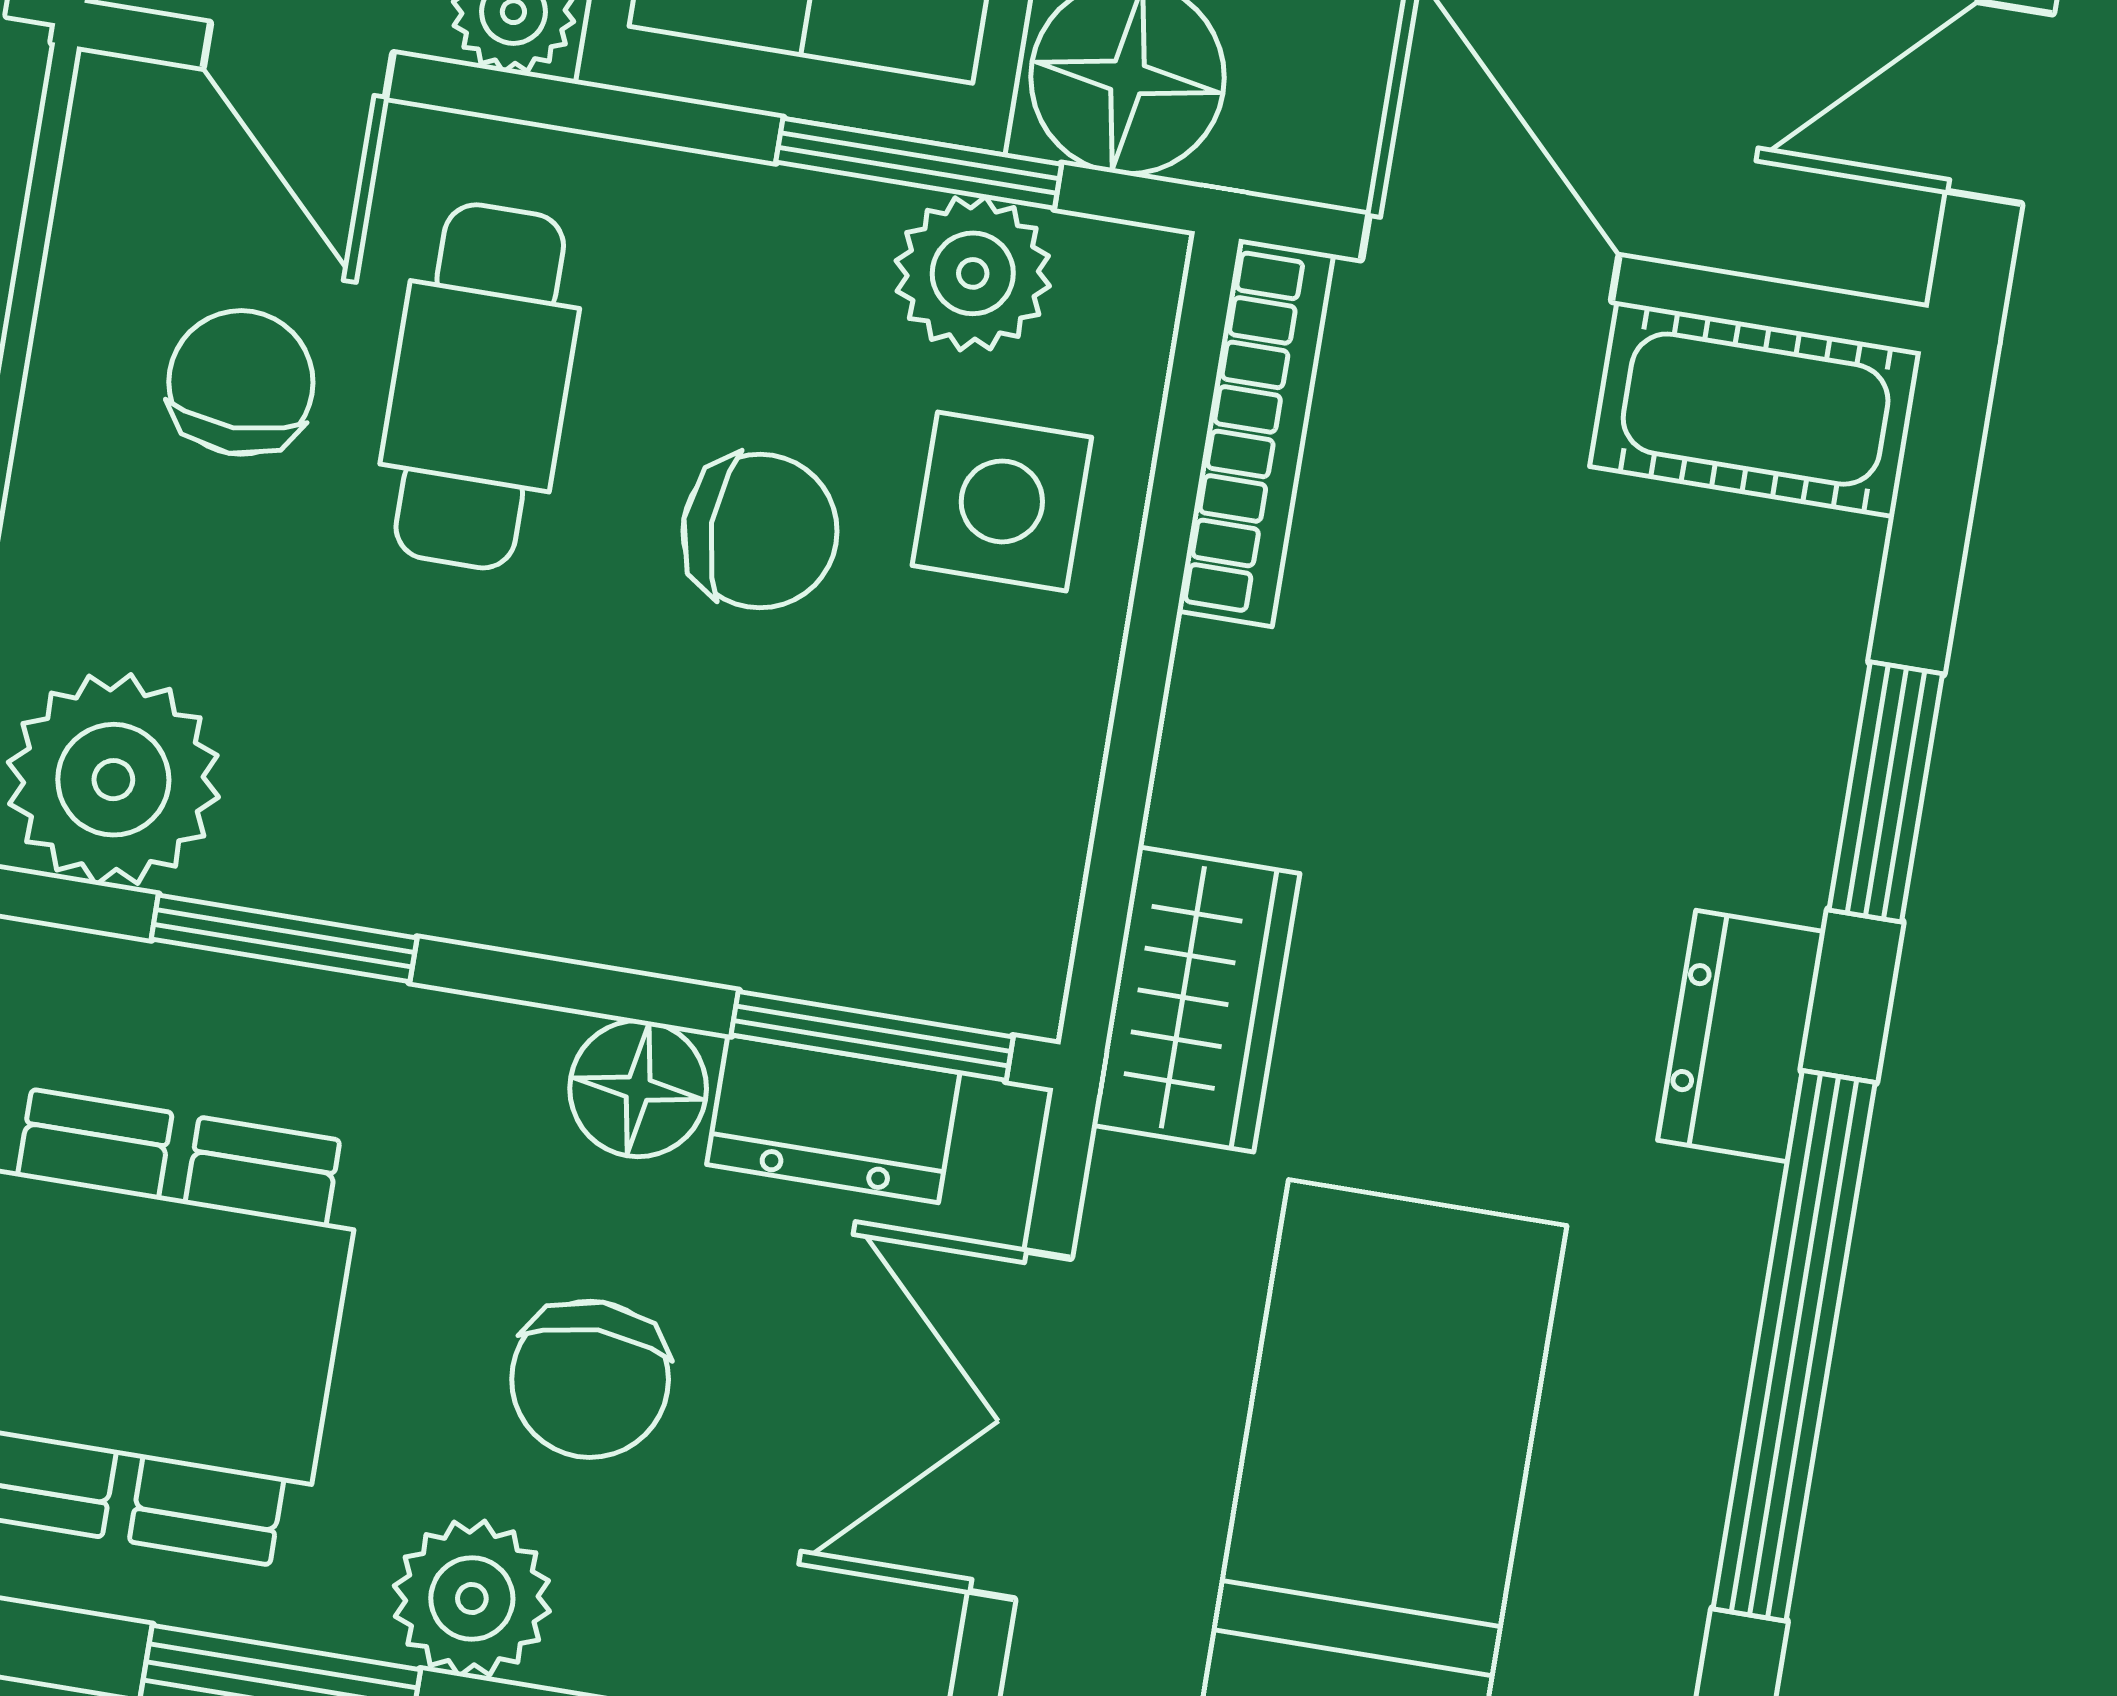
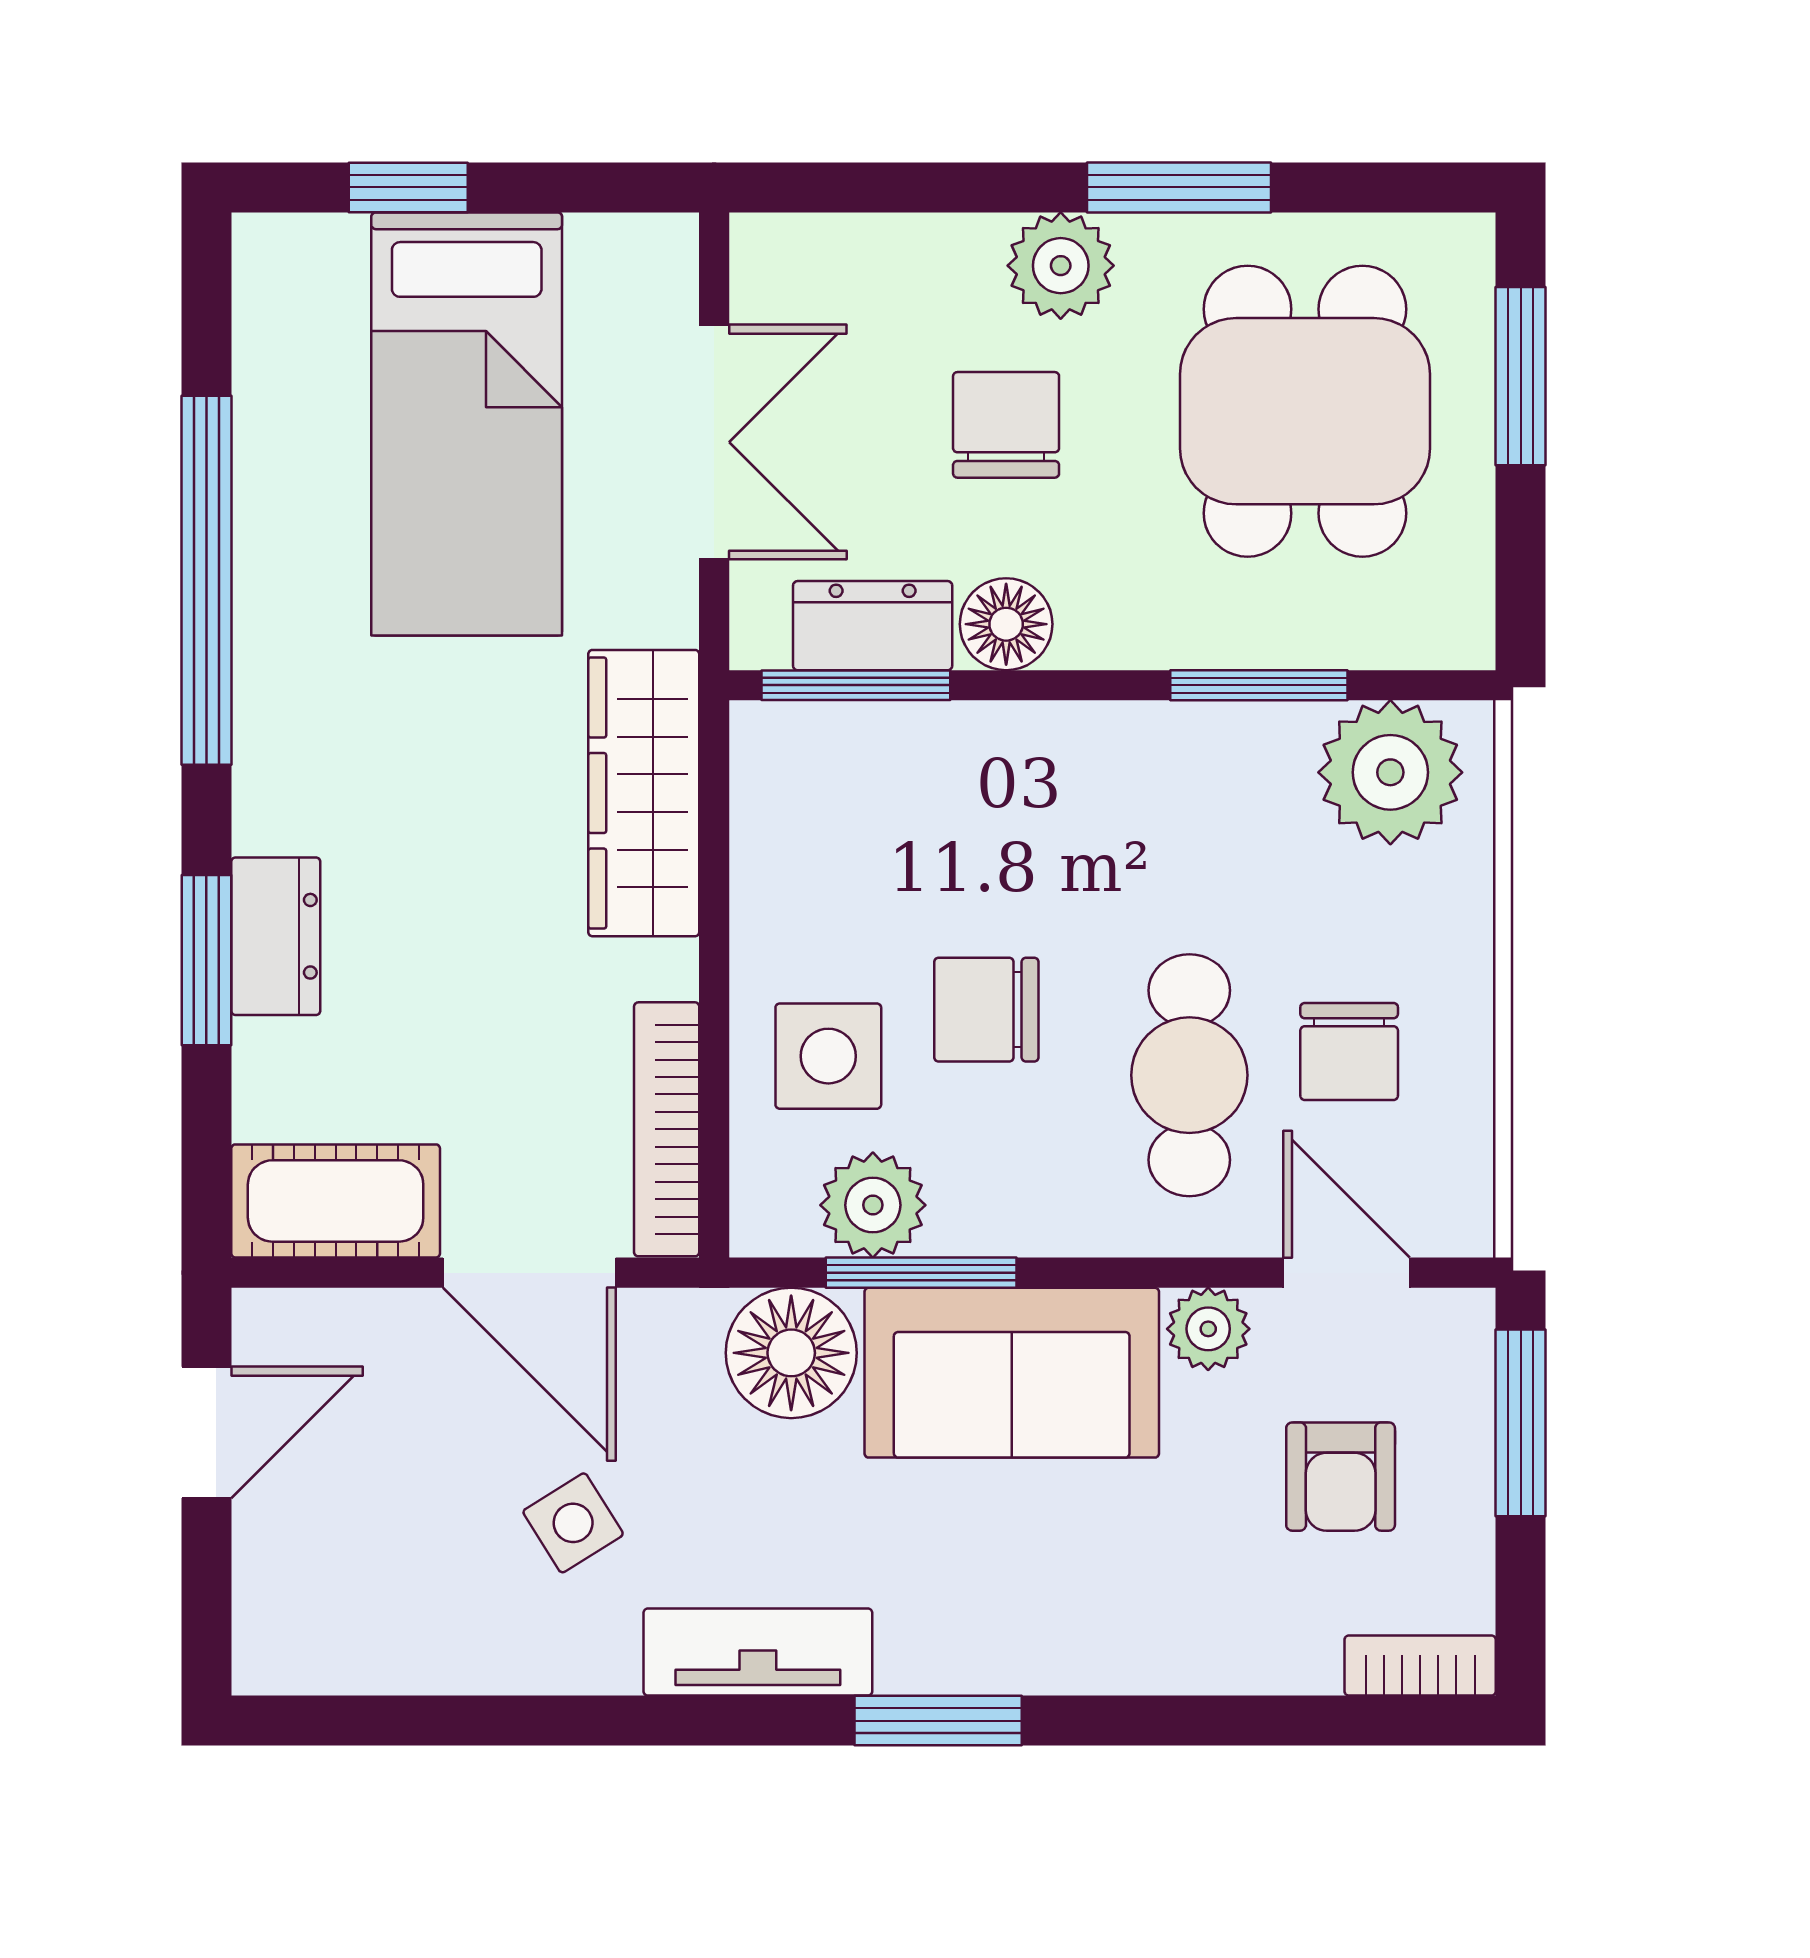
wardrobe: (1196, 999) -> (644, 793), width x1.50
dresser: (1742, 1036) -> (276, 936), moved

